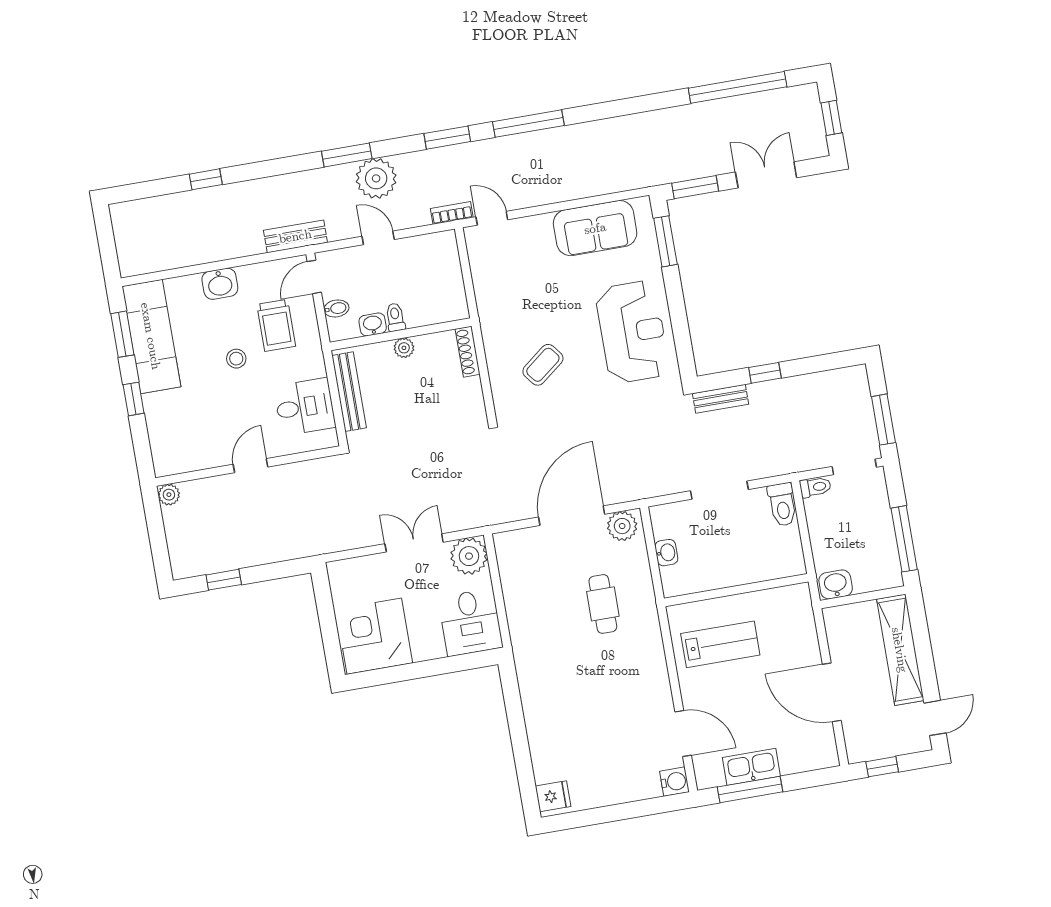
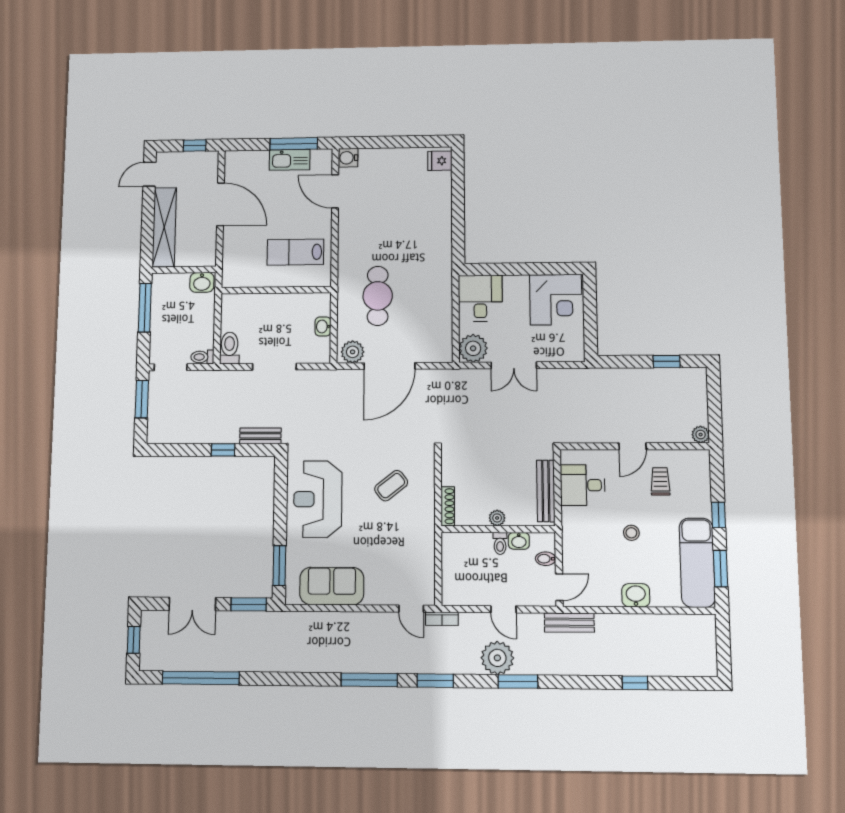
trolley: (276, 325) -> (660, 481), moved, width x0.73, depth x0.72
cafe table: (603, 604) -> (378, 296), width x1.37, depth x1.35

